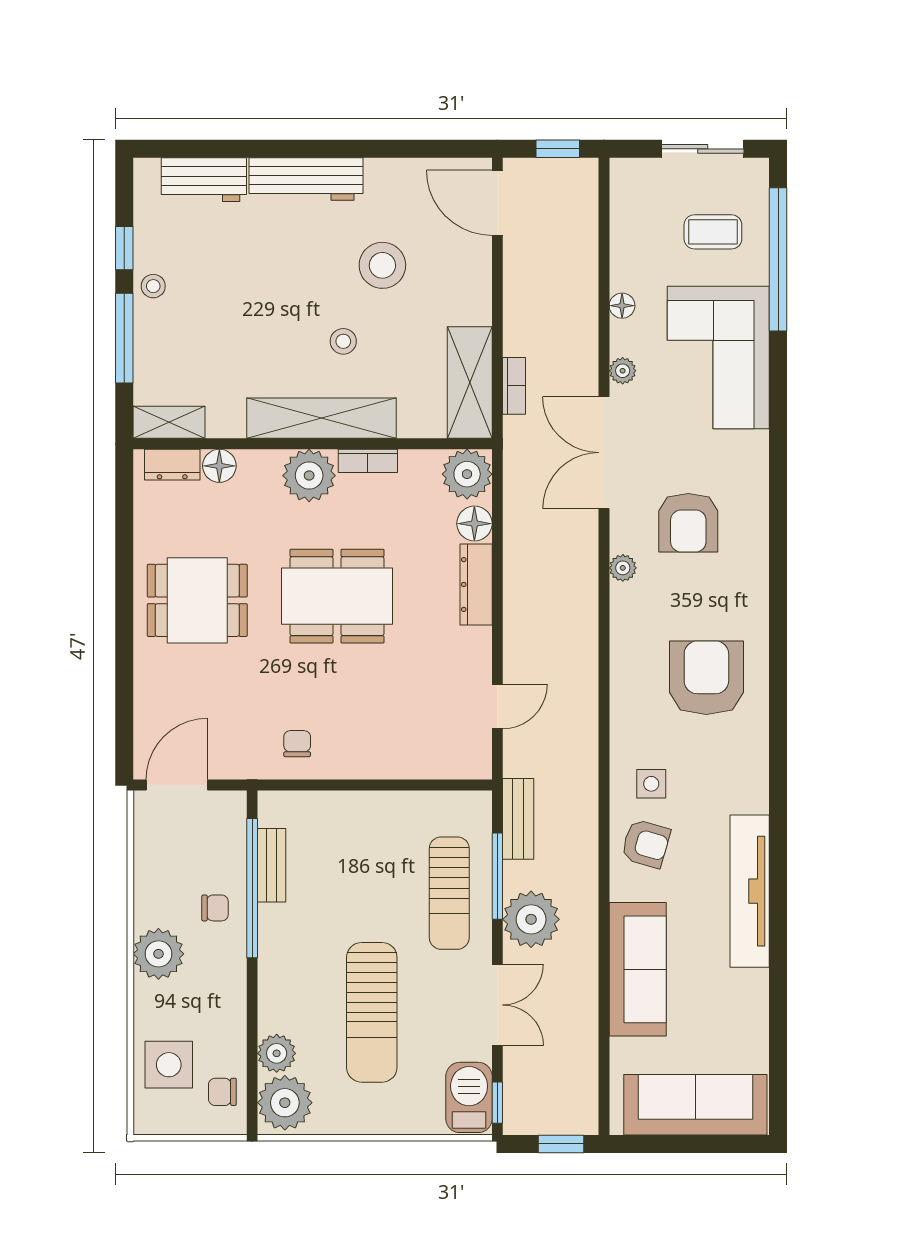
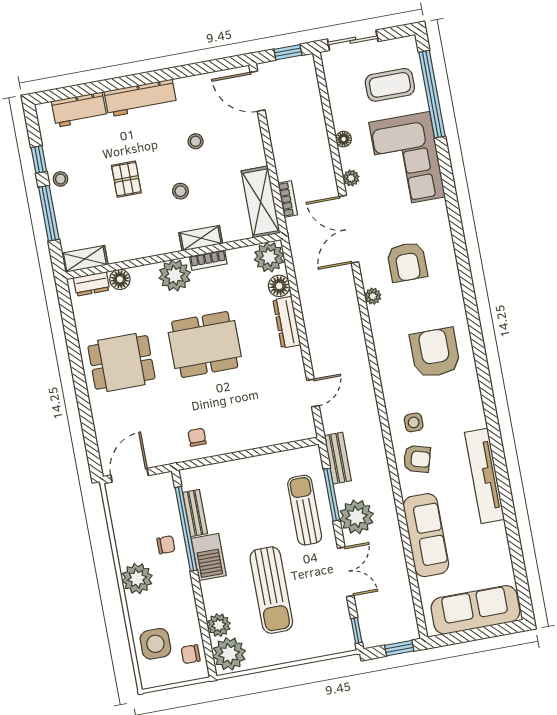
sliding door: (703, 149) -> (353, 40), moved
coffee table: (713, 232) -> (390, 85), width x1.36, depth x1.30
stool: (382, 265) -> (196, 141), width x0.53, depth x0.53
pallet: (260, 306) -> (126, 179), added
shelving: (321, 418) -> (201, 238), width x0.45, depth x0.75
sun lounger: (449, 893) -> (305, 510), turned 180
barbecue: (469, 1097) -> (209, 557), moved, turned 180

